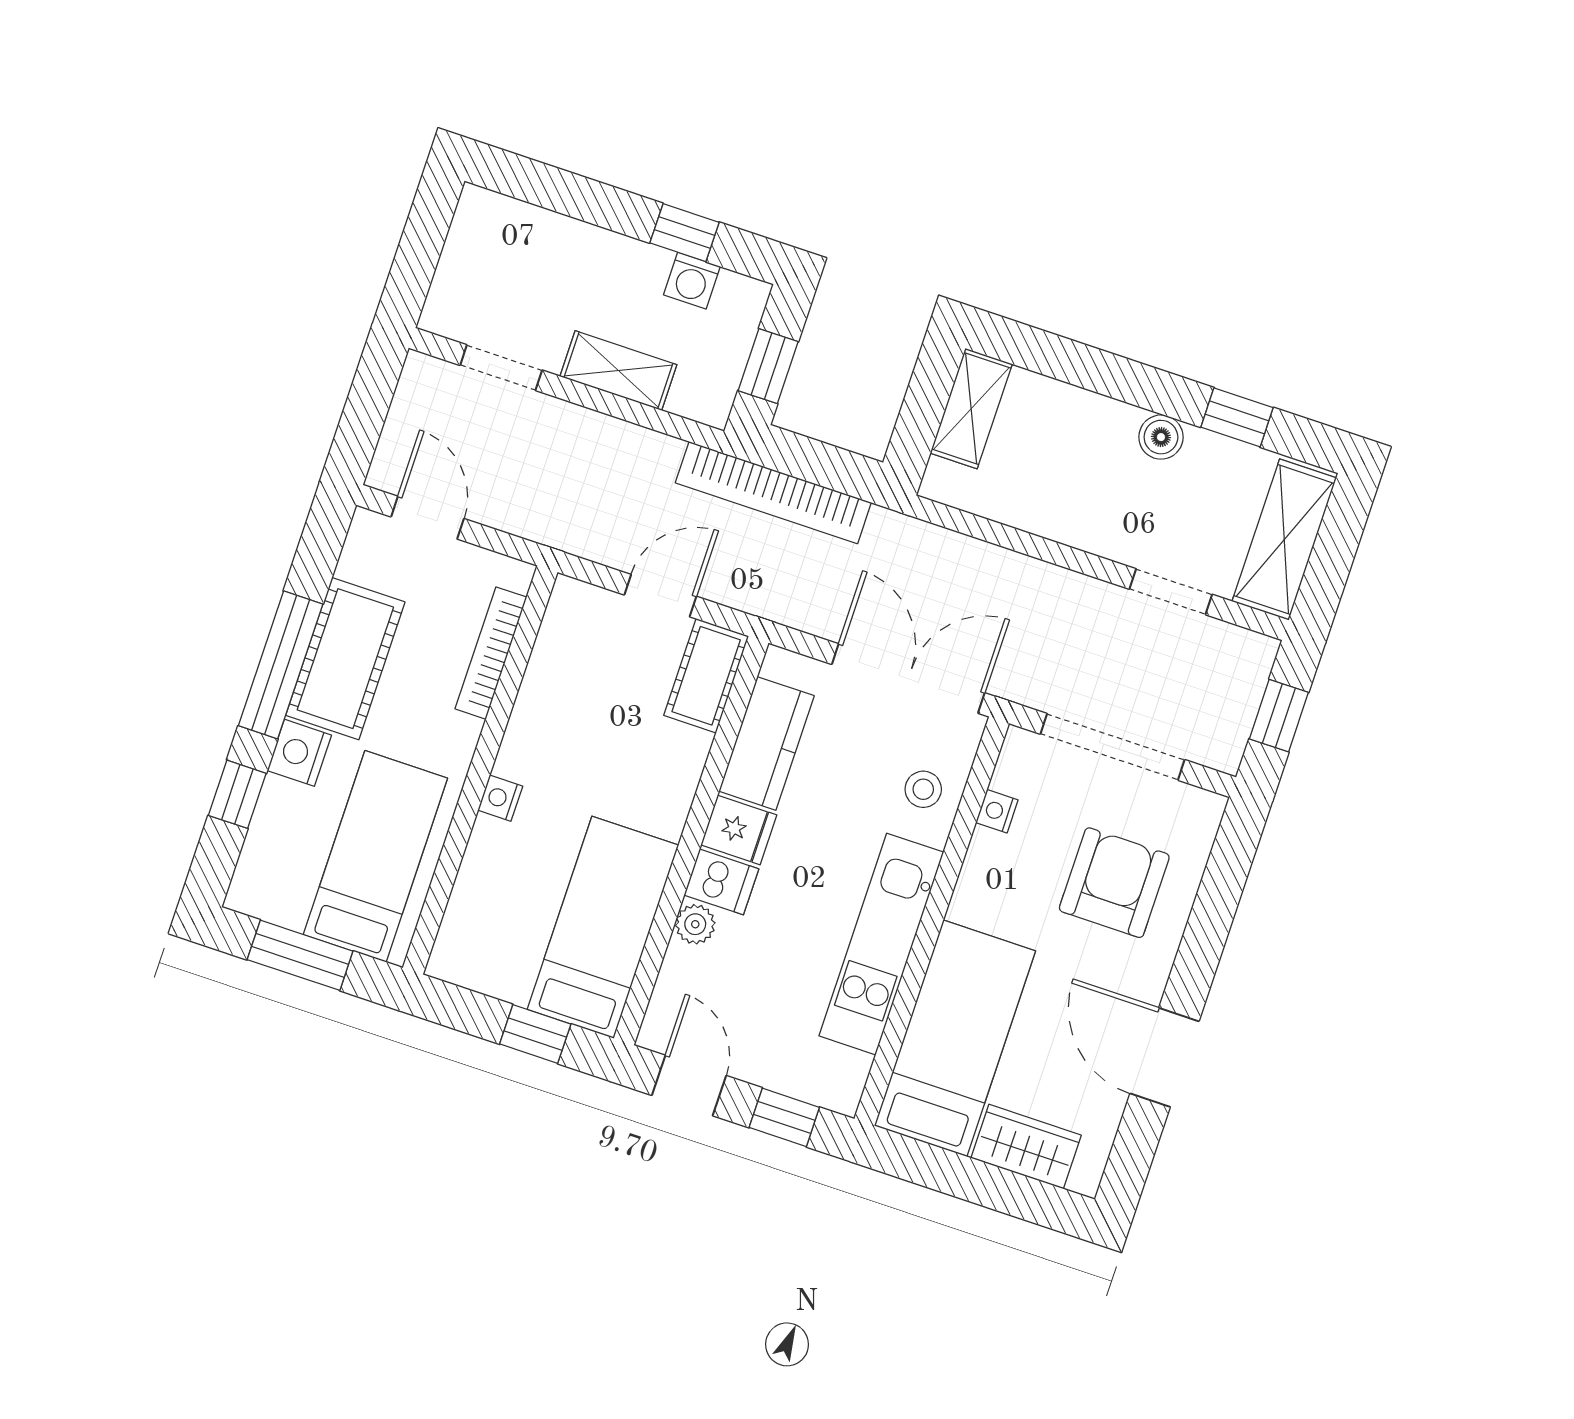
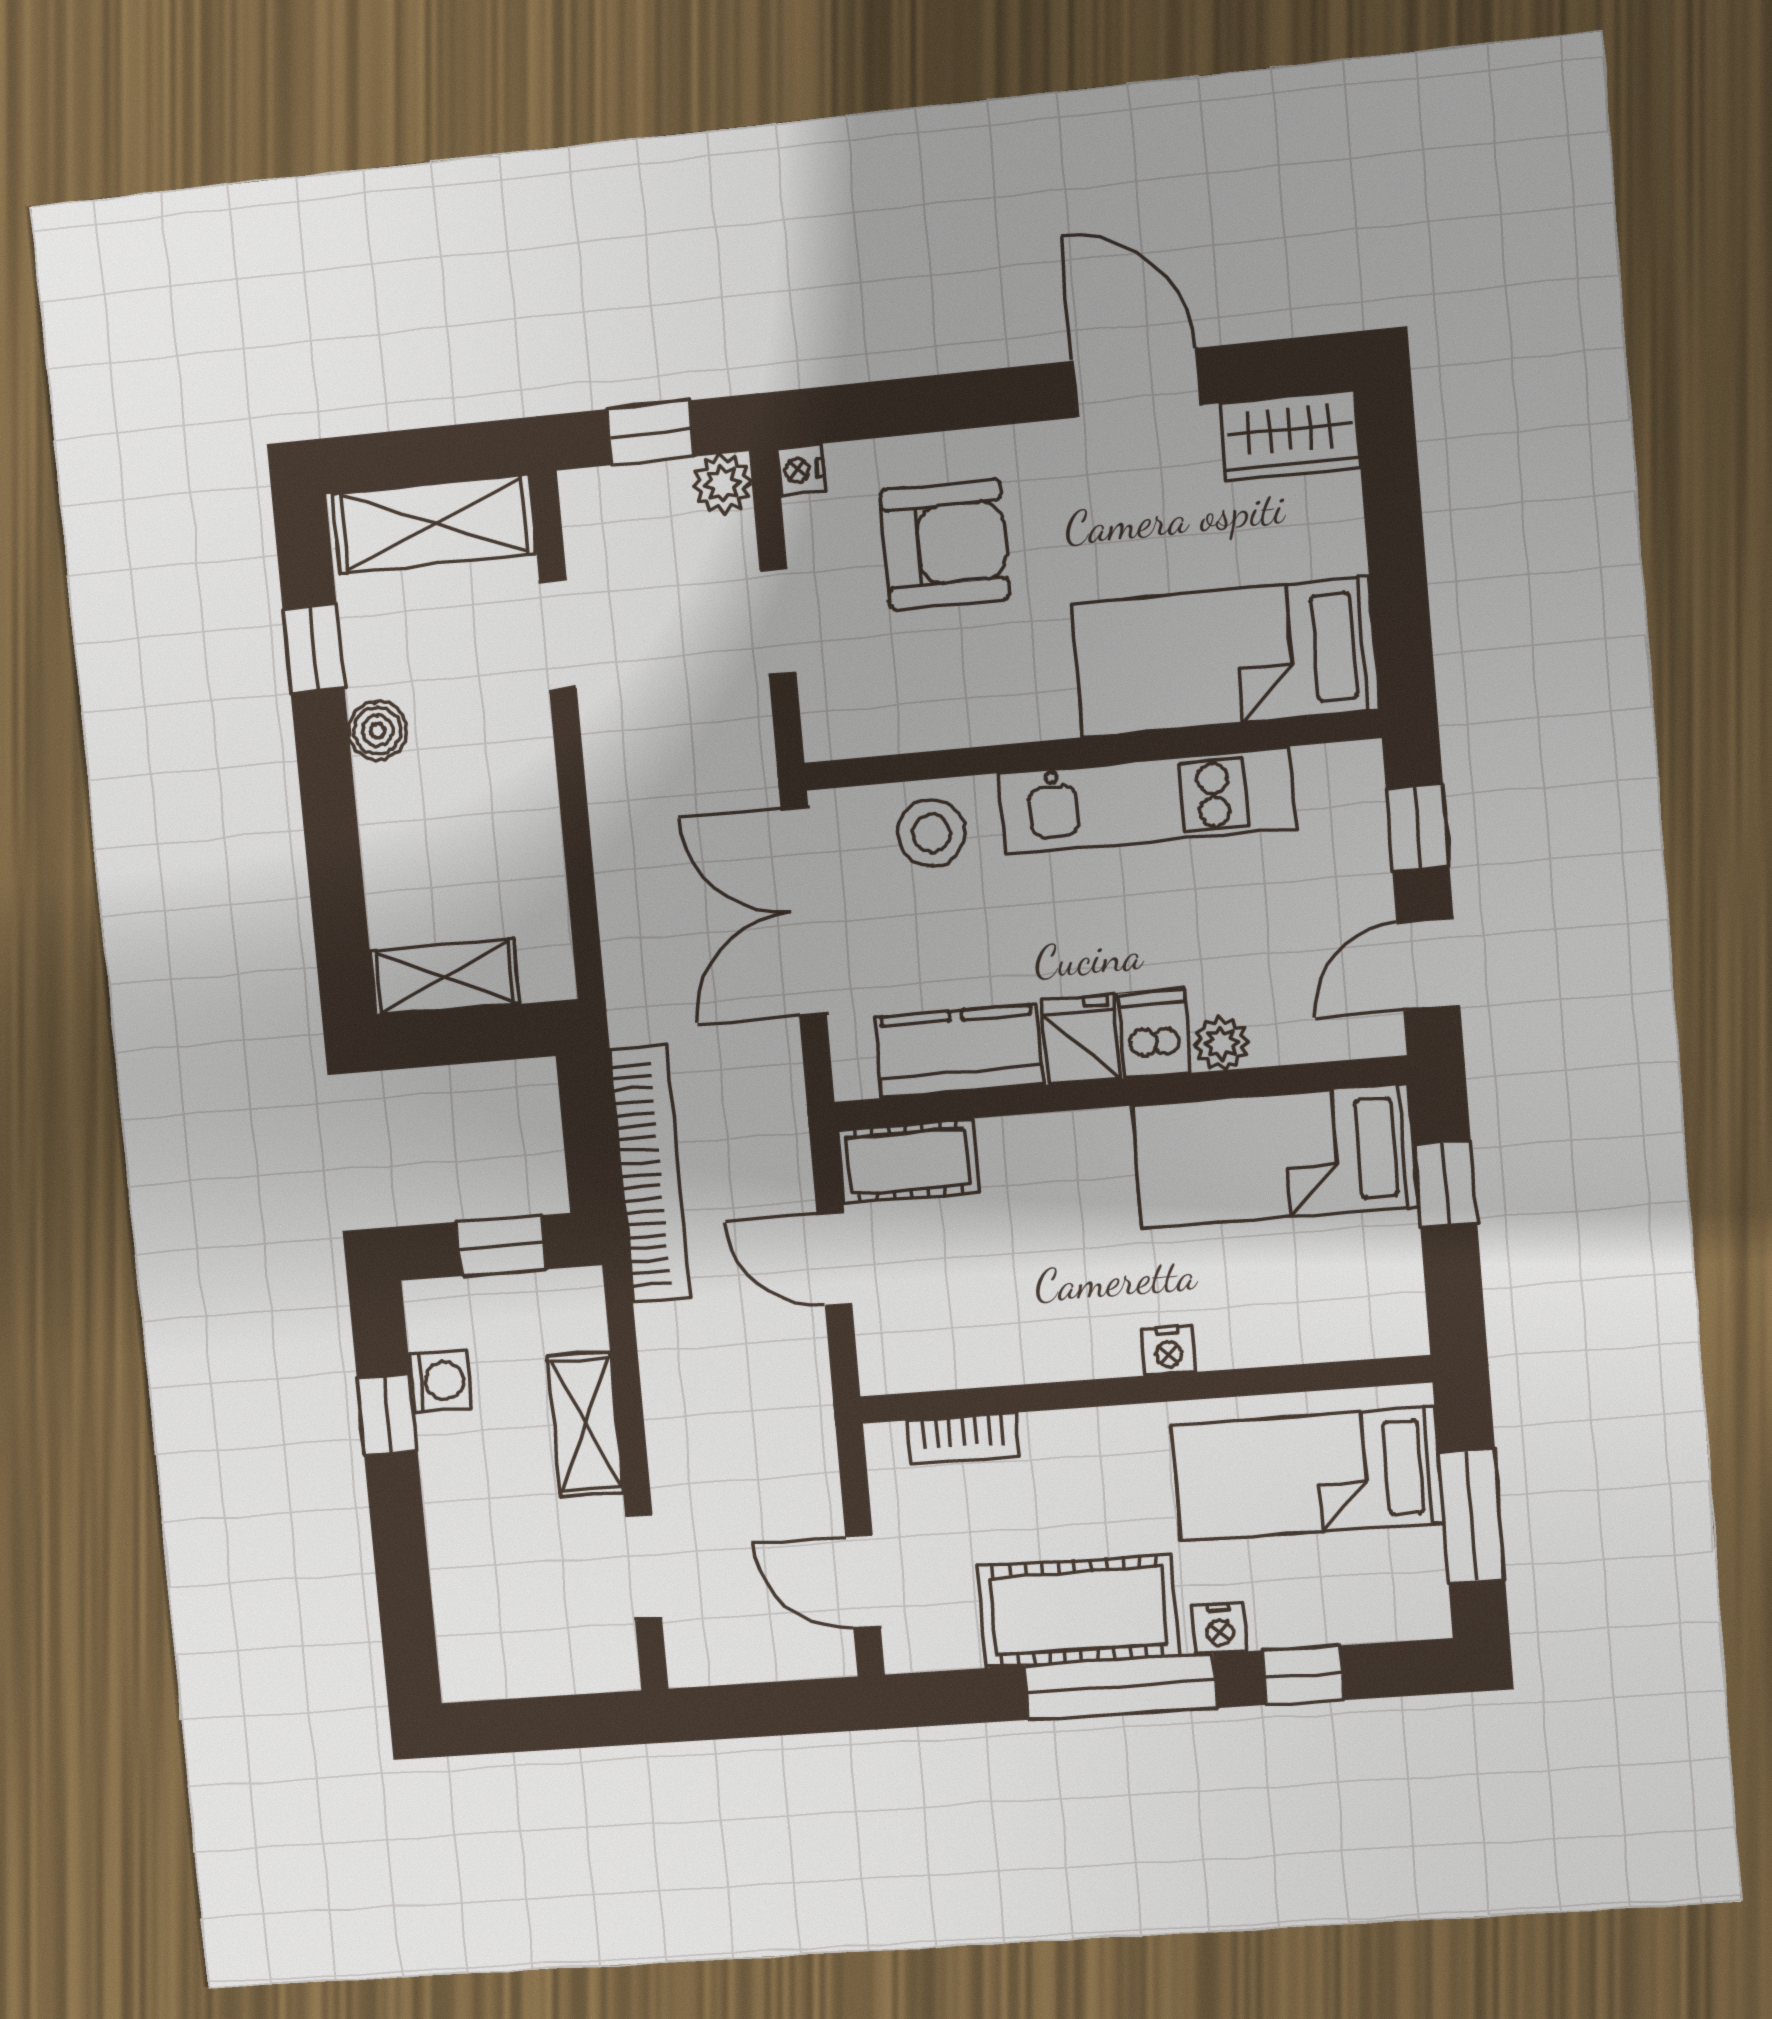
door: (427, 518) -> (863, 1582), hinge flipped
bookcase: (491, 653) -> (963, 1438), width x0.64
doorway: (1113, 747) -> (778, 622), width x0.53
plant: (1223, 750) -> (722, 484), added
nightstand: (299, 753) -> (1220, 1629), width x0.72, depth x0.74
stool: (923, 789) -> (932, 833), width x1.37, depth x1.37
nightstand: (997, 811) -> (801, 470), moved, turned 90
armchair: (1114, 883) -> (945, 544), turned 180
door: (1165, 1057) -> (1136, 383), swing flipped
wardrobe: (1026, 1147) -> (1290, 435), moved, turned -90

